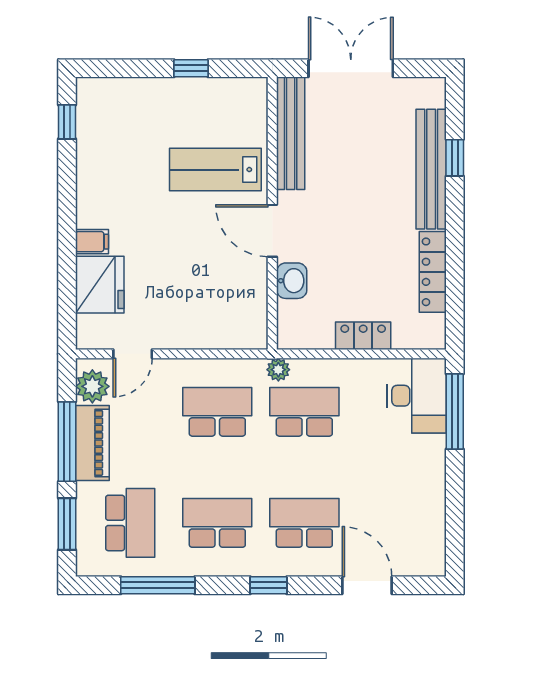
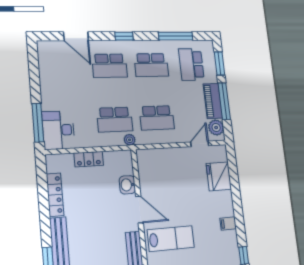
filing cabinet: (92, 242) -> (228, 224), moved

